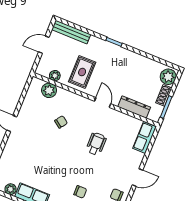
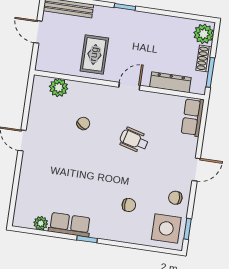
door: (44, 45) -> (38, 32), hinge flipped
plant: (55, 76) -> (61, 67), removed
door: (103, 102) -> (129, 86), hinge flipped
wheelchair: (96, 144) -> (134, 140), turned -75

